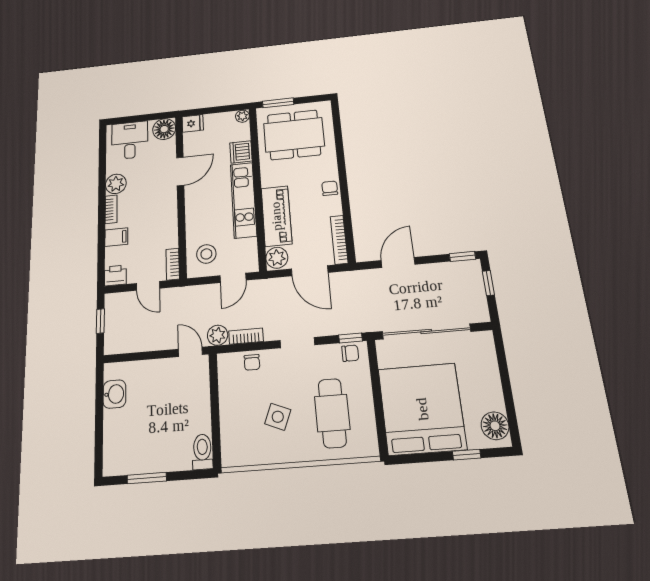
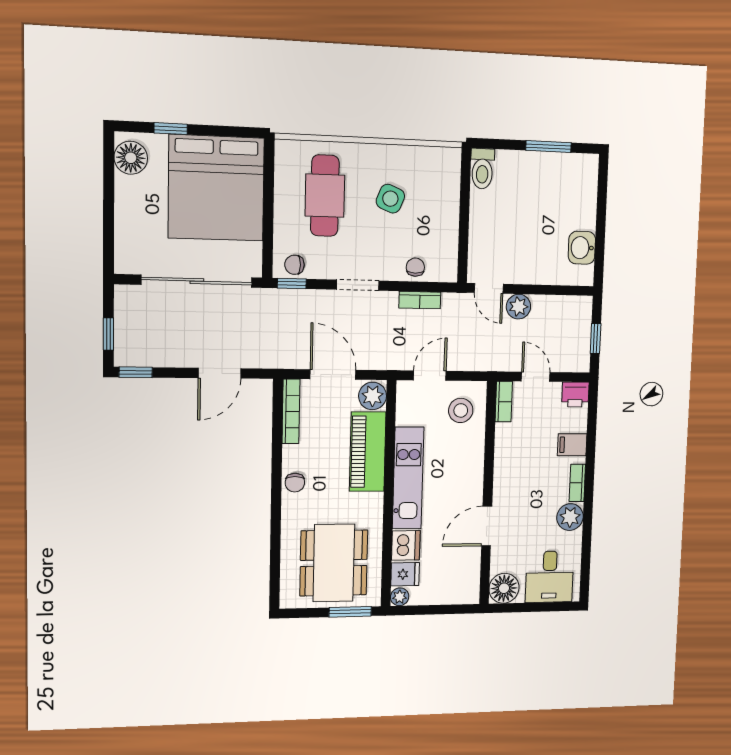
fridge: (193, 123) -> (405, 574), moved, turned 180
dining table: (294, 135) -> (334, 563), turned 90
plant: (218, 335) -> (518, 307), moved

